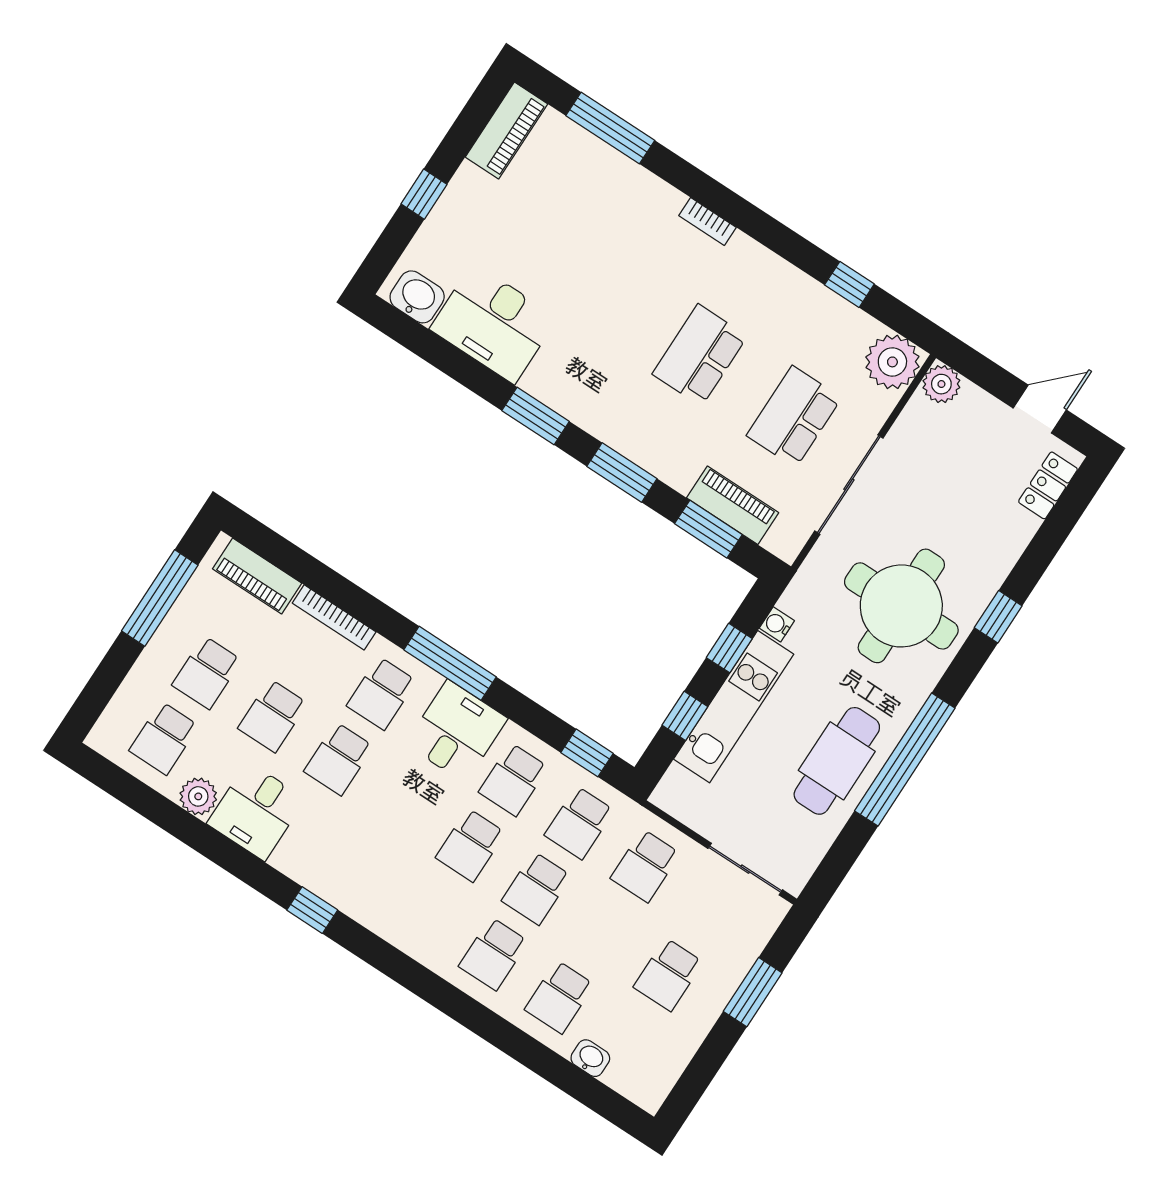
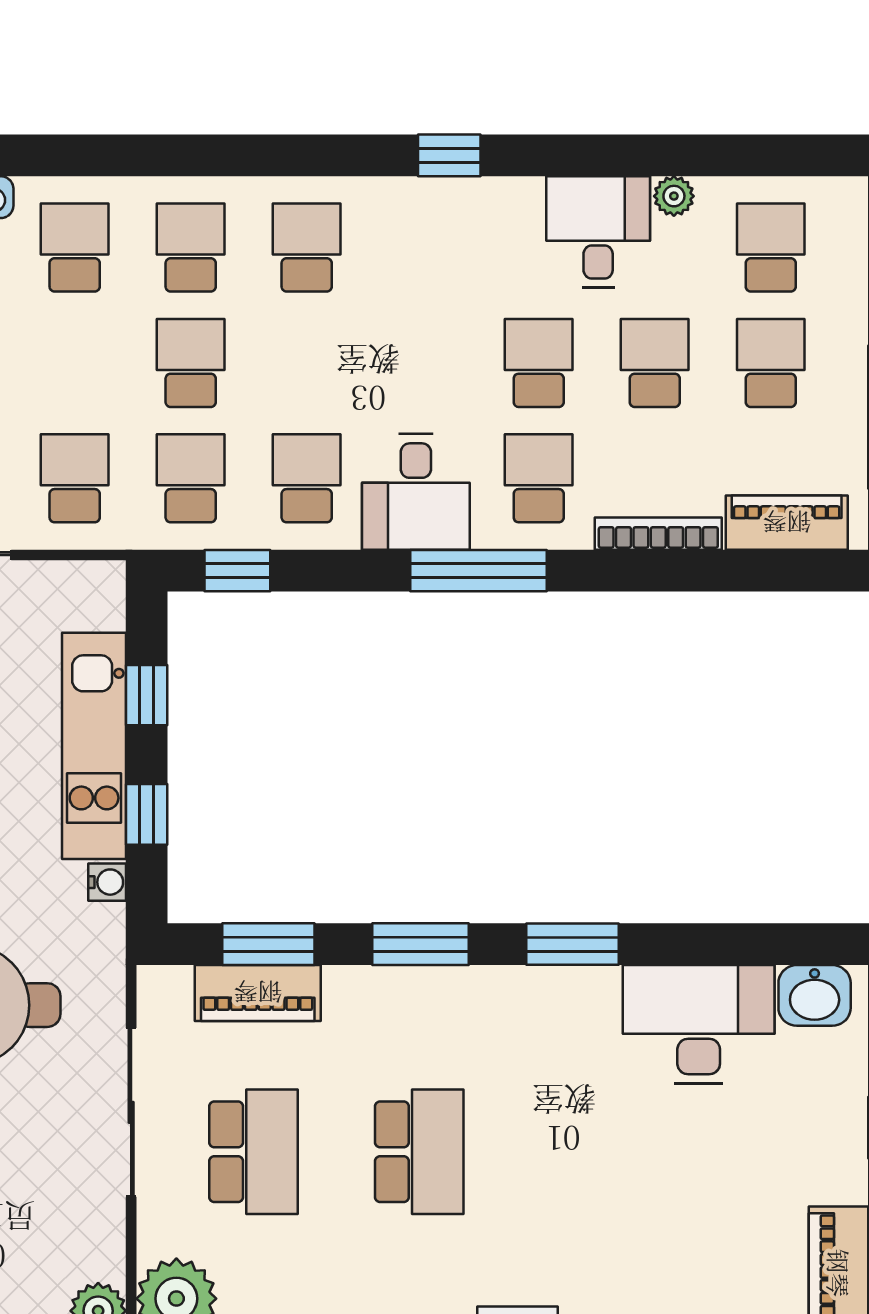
plant: (198, 796) -> (674, 196), width x0.73, depth x0.73
school desk: (470, 845) -> (307, 248), moved

